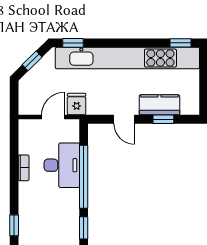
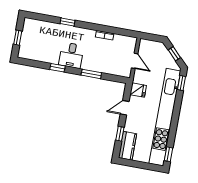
fridge: (77, 104) -> (138, 90), moved
kitchen counter: (159, 105) -> (128, 146), moved
desk: (62, 165) -> (71, 55), moved, width x0.73
window: (84, 177) -> (91, 74), width x0.47

